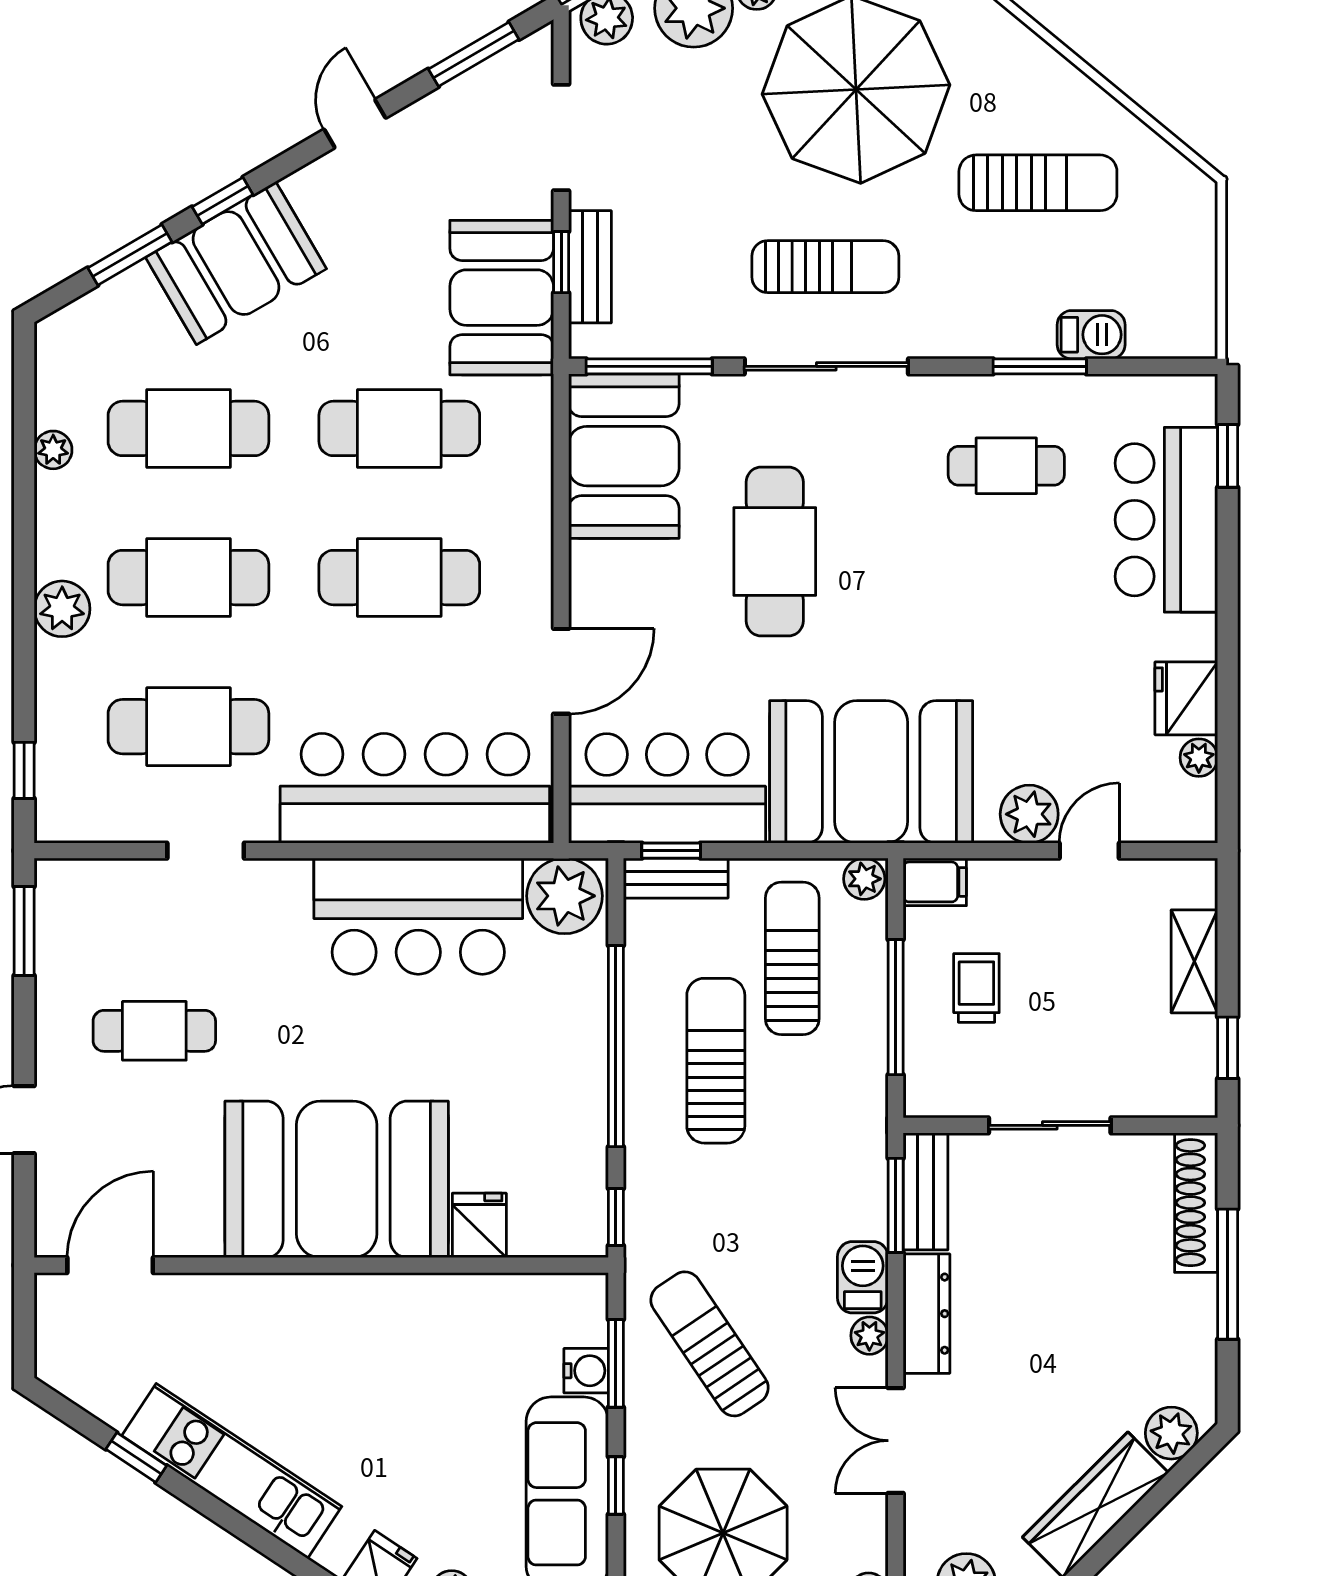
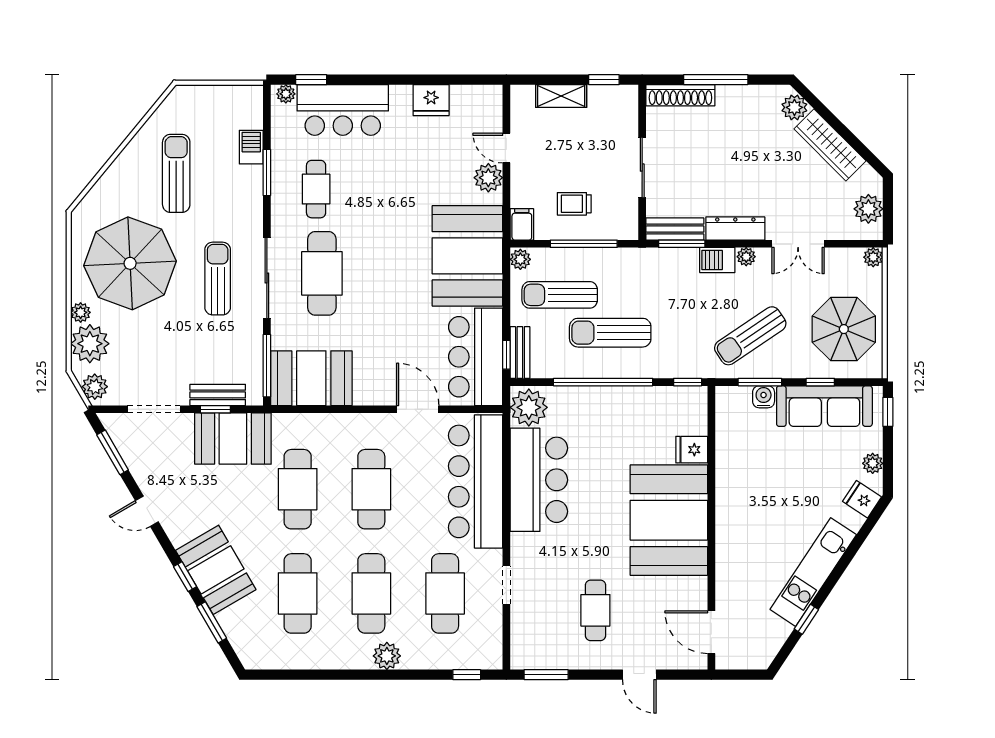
plant: (53, 450) -> (308, 660), removed
cafe table: (775, 551) -> (322, 273), moved, turned 90
plant: (1199, 758) -> (286, 94), moved

